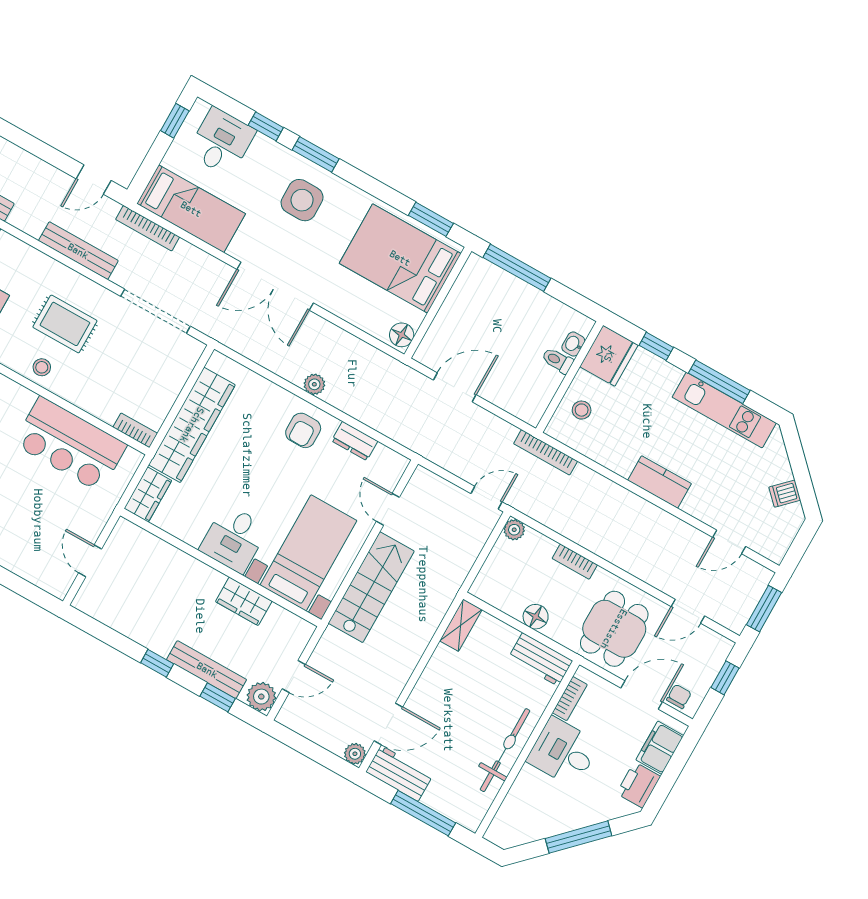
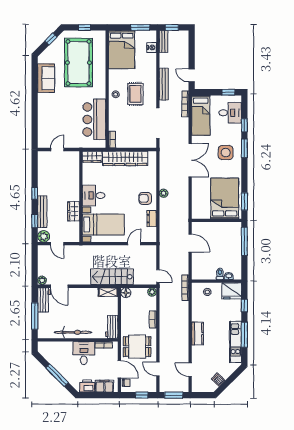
double door: (275, 286) -> (190, 160), swing flipped
floor lamp: (402, 335) -> (198, 214), removed
stairs: (371, 587) -> (112, 277), moved, turned 180
floor lamp: (536, 617) -> (126, 293), moved

